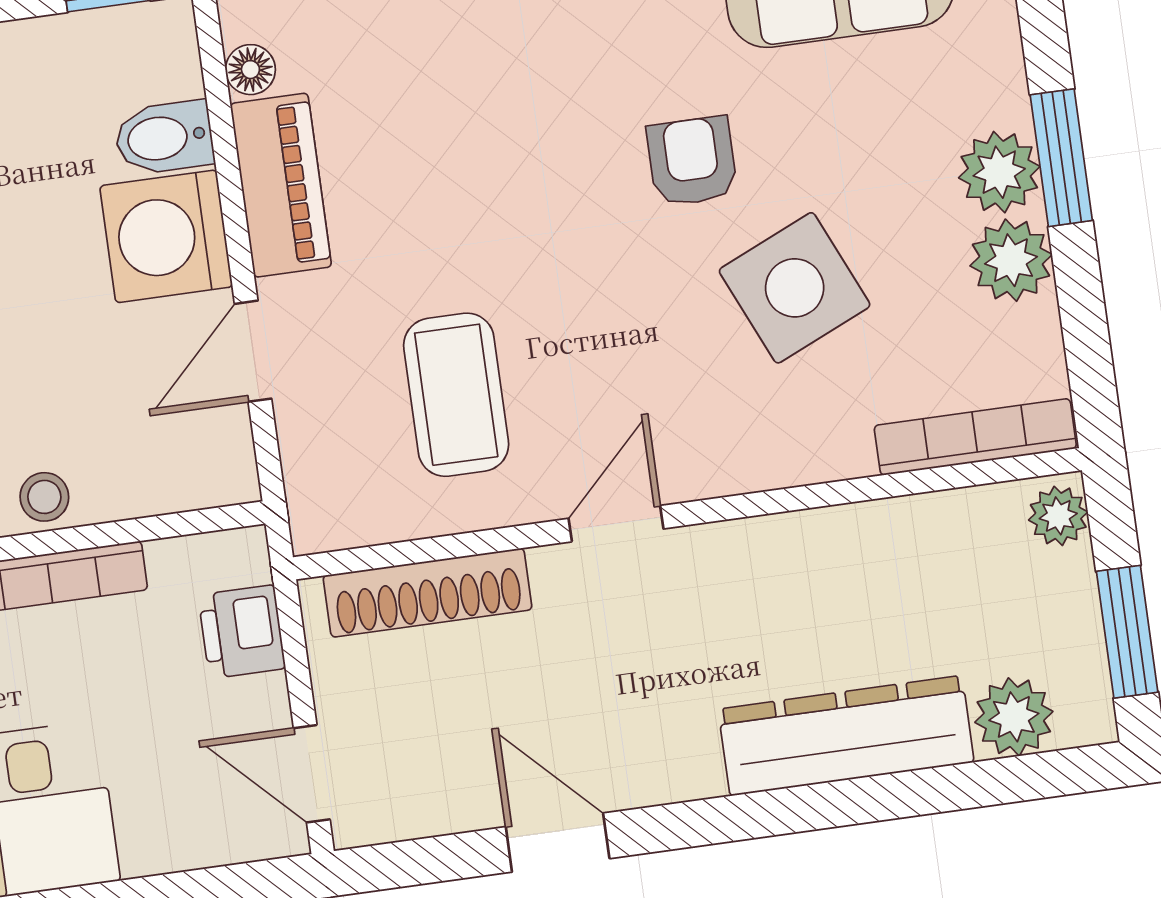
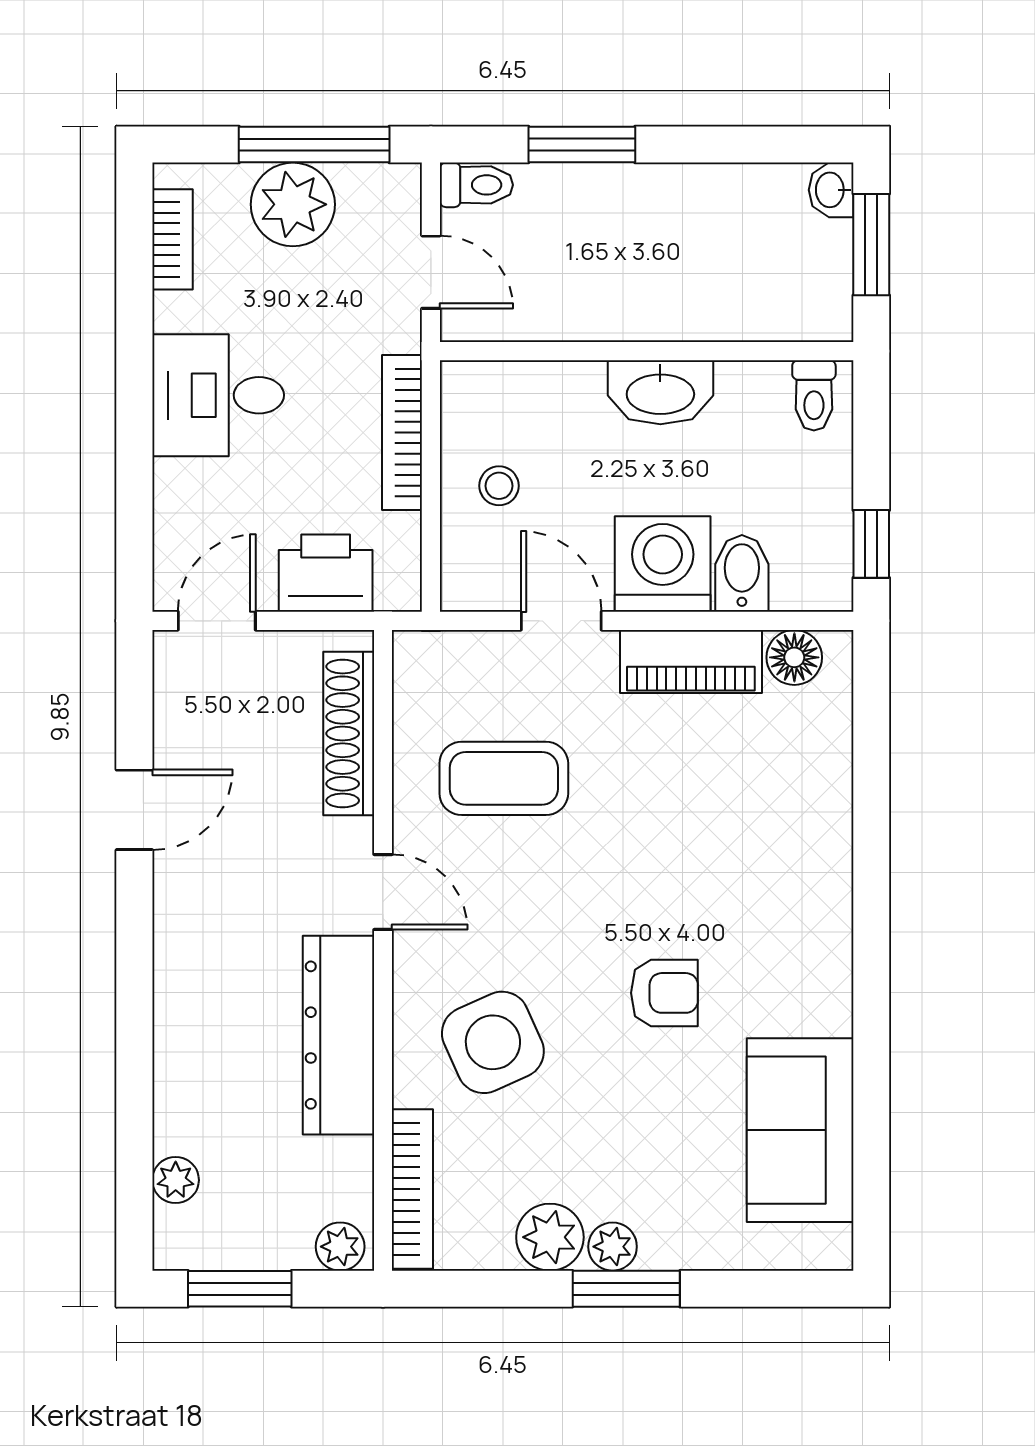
floor lamp: (250, 70) -> (794, 657), width x1.37, depth x1.37
plant: (999, 172) -> (613, 1247), width x0.73, depth x0.73
side table: (795, 288) -> (493, 1042), moved
stool: (44, 497) -> (499, 486), moved
printer: (242, 632) -> (326, 573), width x1.36, depth x1.24
plant: (1014, 717) -> (176, 1180), width x0.73, depth x0.73
dresser: (846, 736) -> (338, 1035), moved, turned 180

